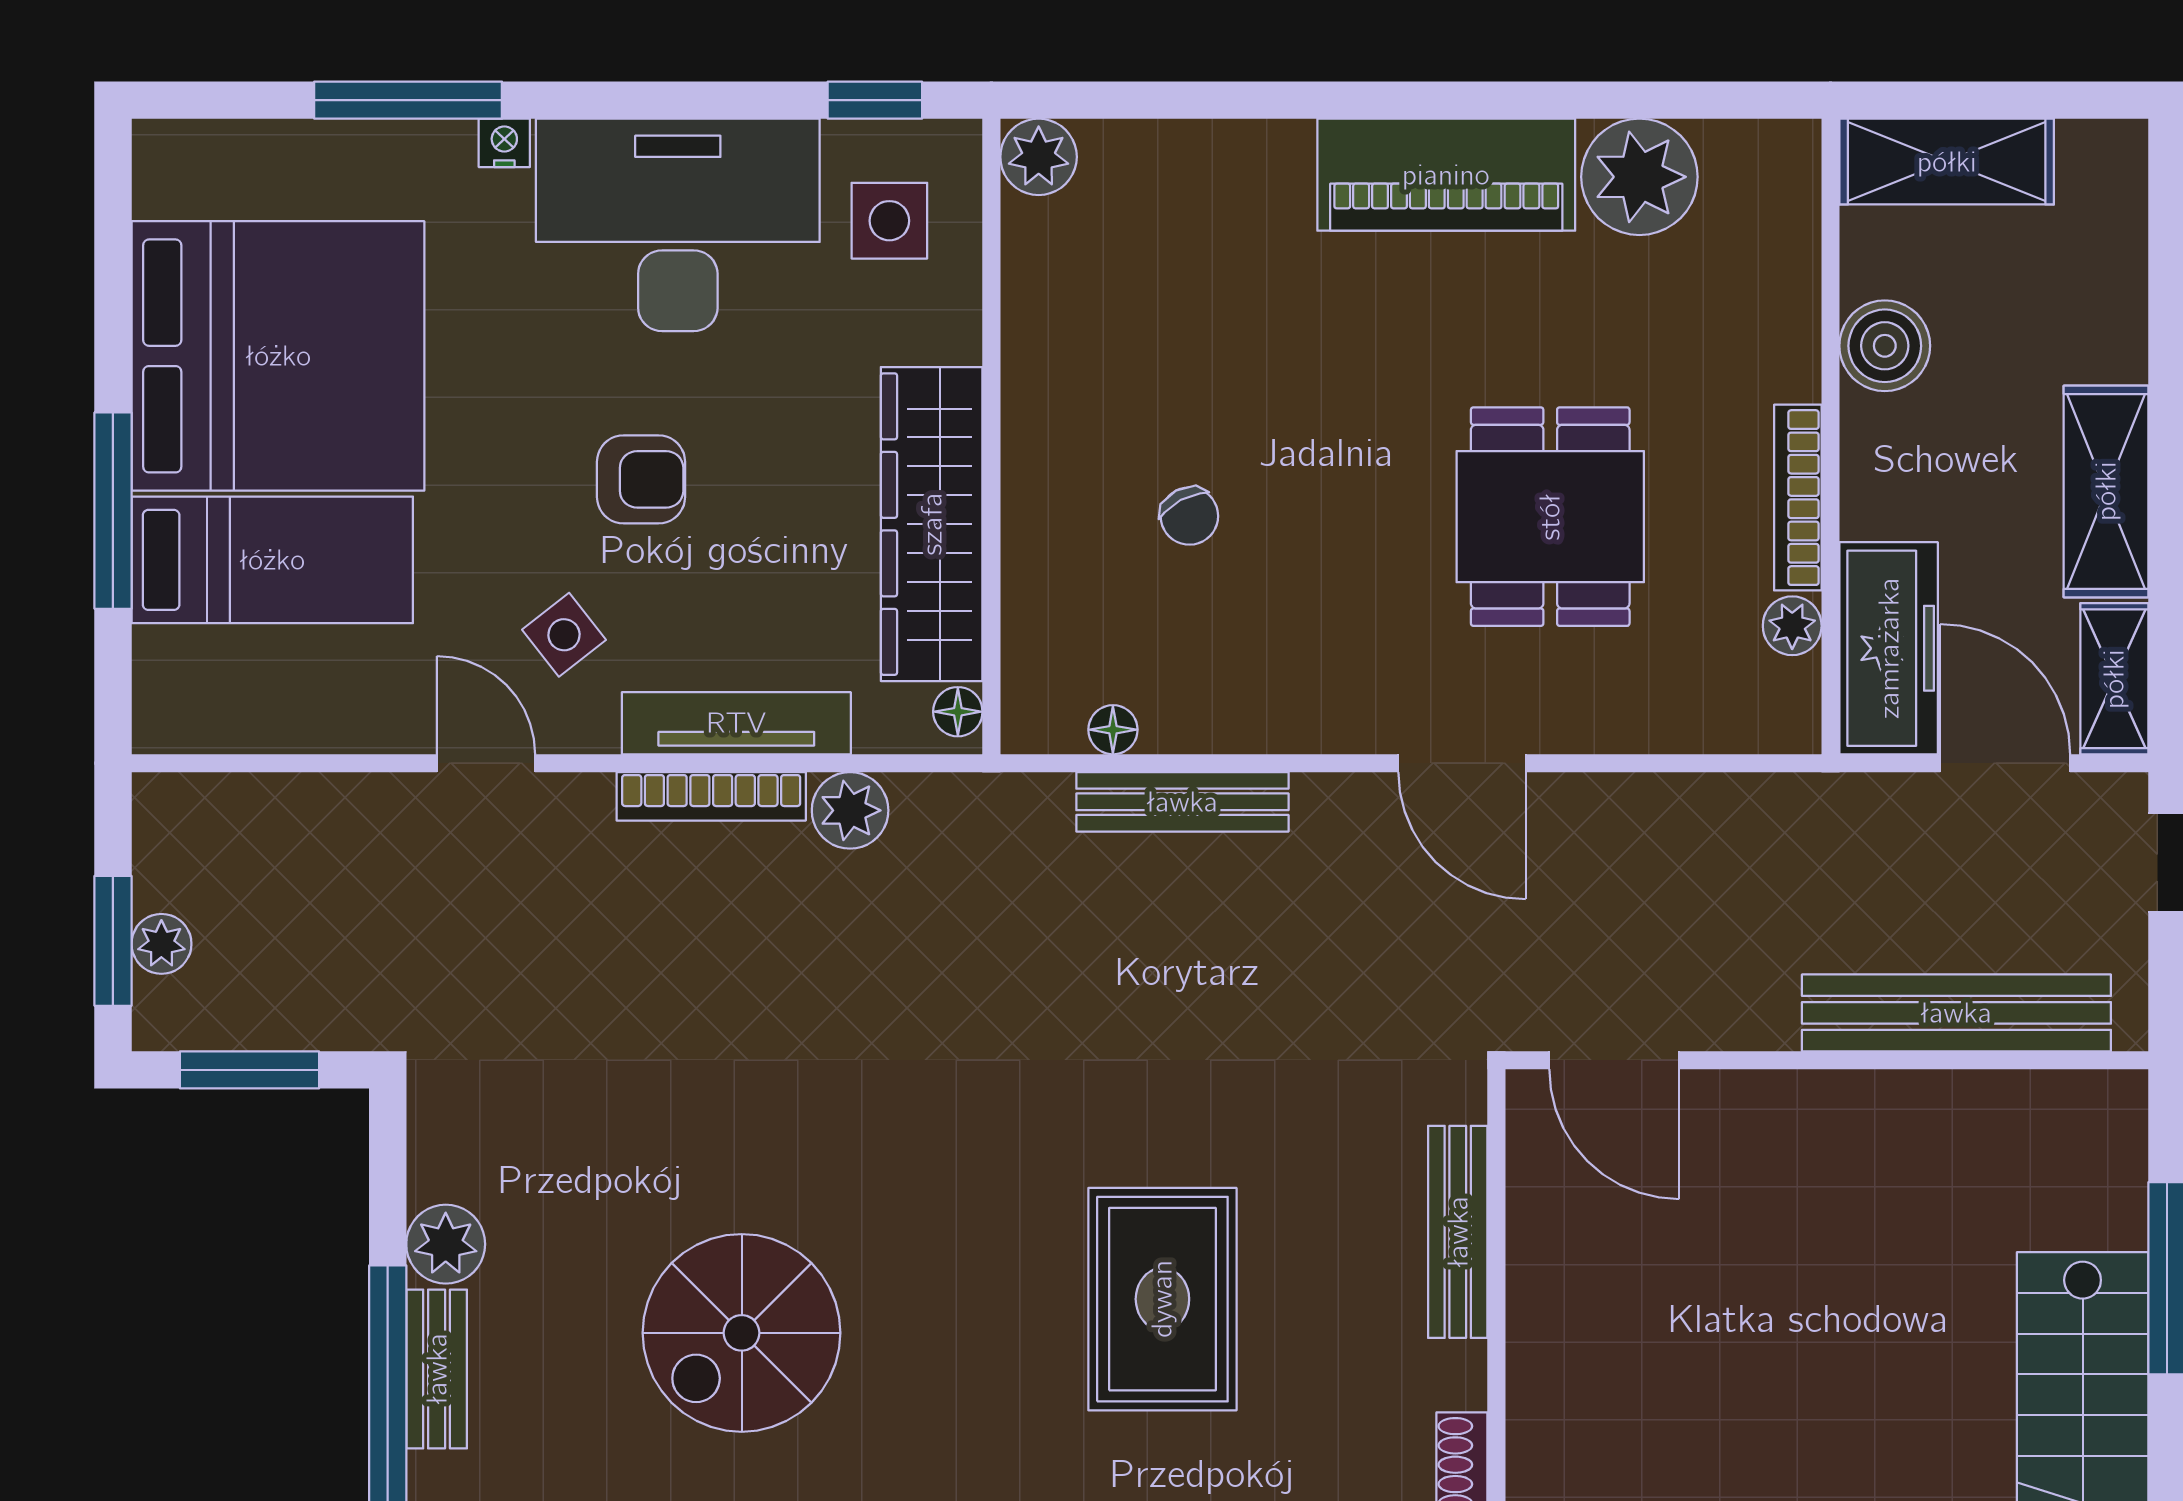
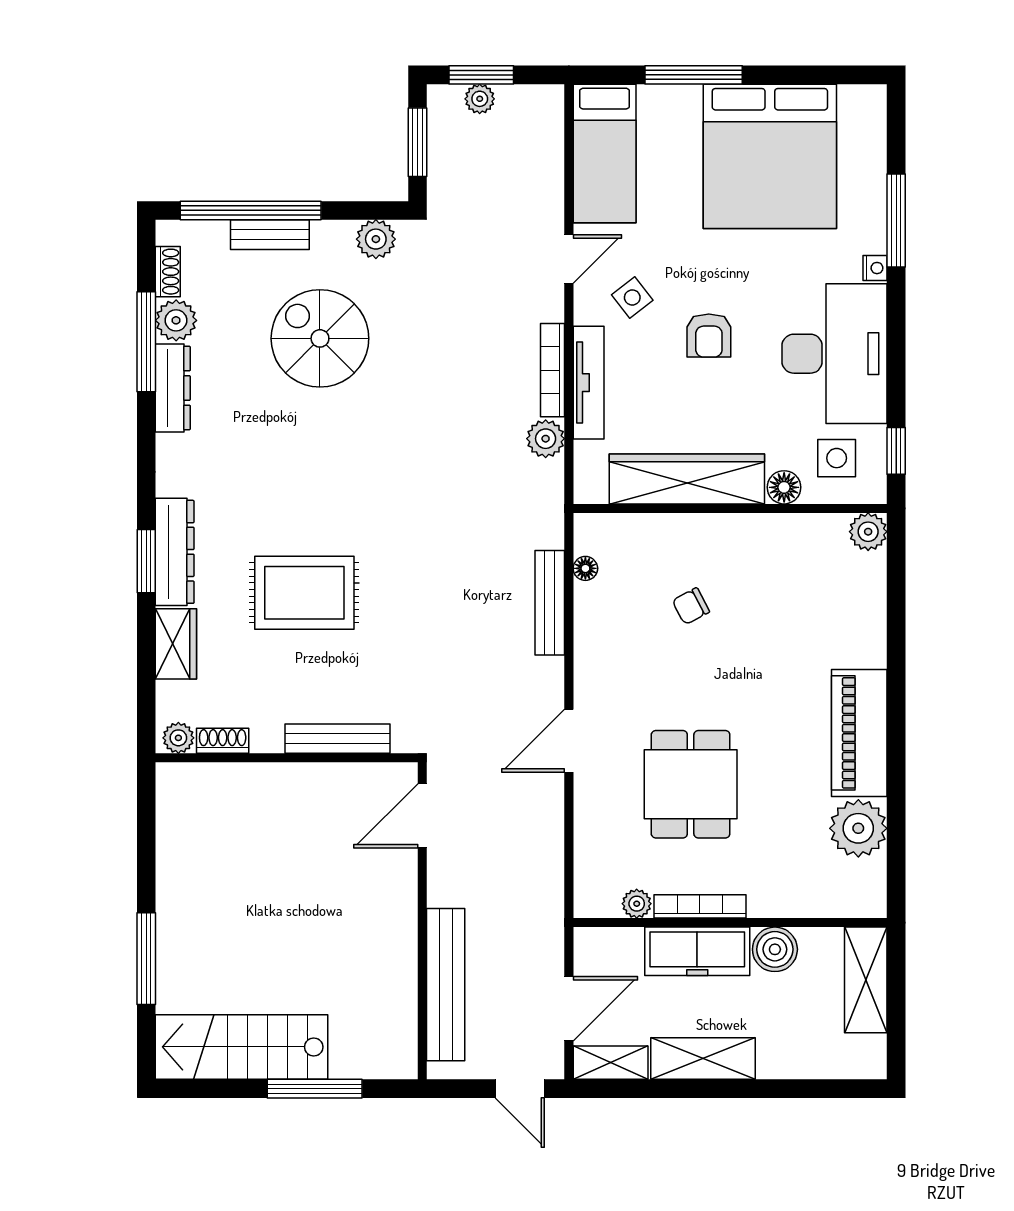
dining table: (1550, 517) -> (691, 784), turned 90
bed: (272, 560) -> (605, 153), moved
freezer: (1889, 648) -> (697, 951), moved
floor lamp: (958, 712) -> (784, 487), moved, width x1.37, depth x1.37
plant: (446, 1244) -> (376, 239), moved
spiral stairs: (742, 1333) -> (320, 338), moved

